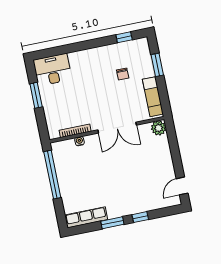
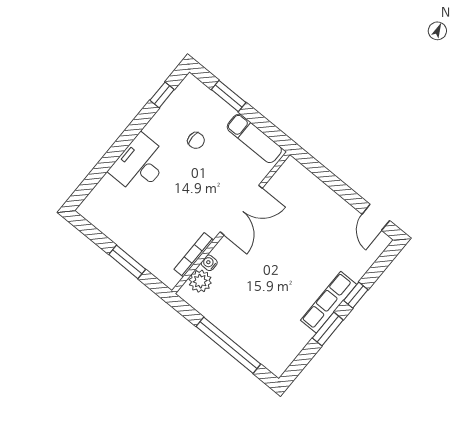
desk: (52, 70) -> (140, 164), moved
window: (36, 95) -> (127, 262), moved
plant: (159, 128) -> (200, 281), moved
window: (52, 175) -> (228, 345), moved
row of seats: (86, 217) -> (329, 302), moved

